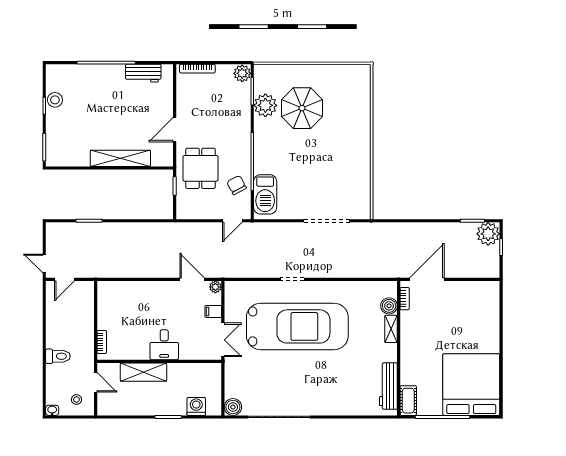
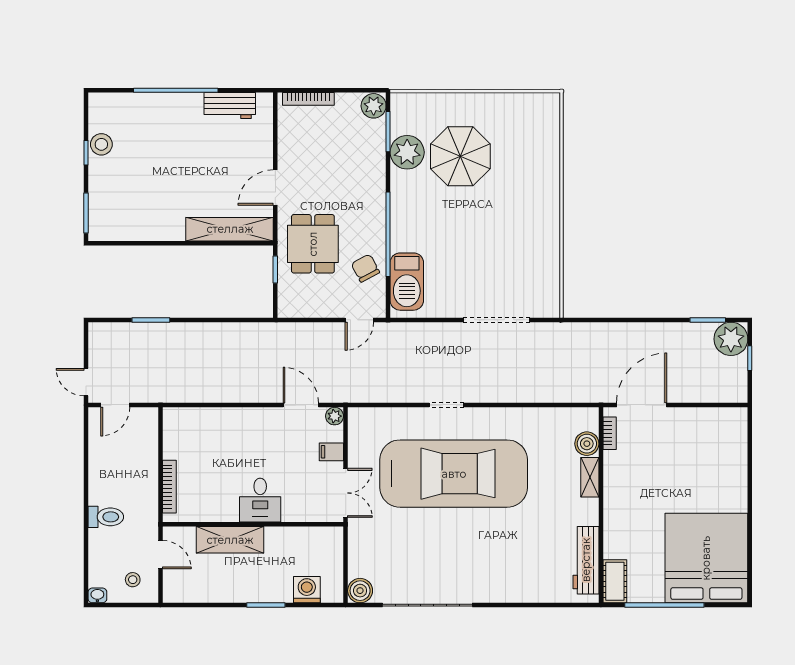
shelving: (120, 158) -> (230, 229), moved
bookcase: (102, 342) -> (169, 487), width x1.56

